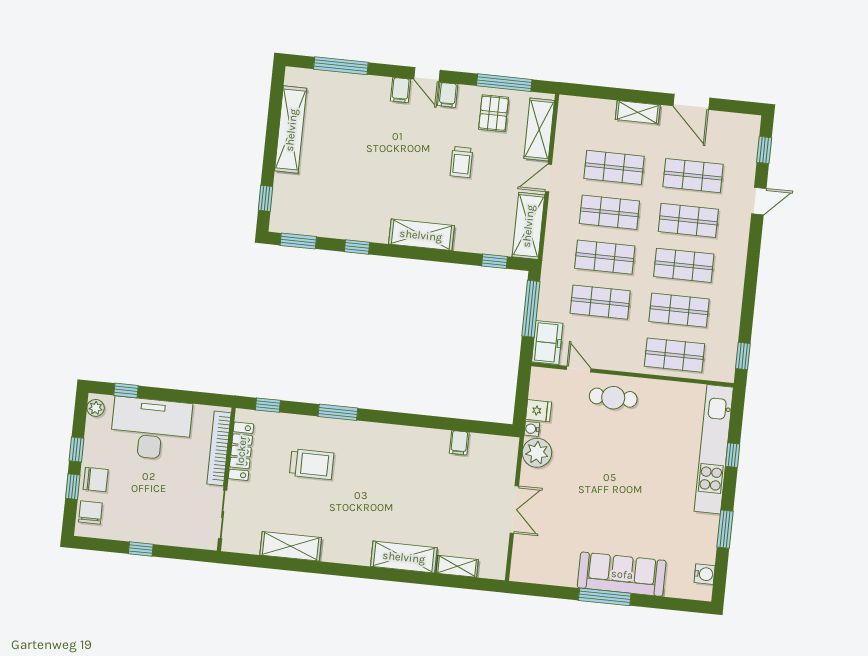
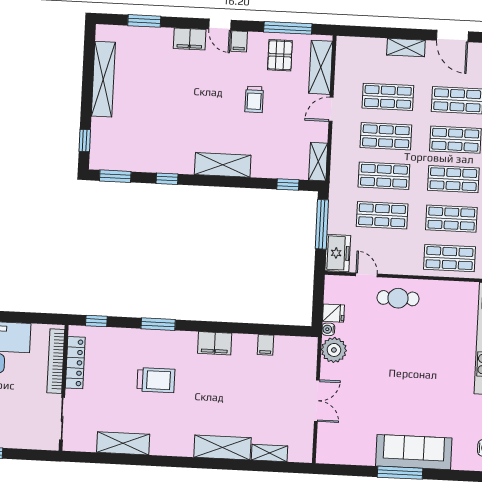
window: (341, 66) -> (144, 21), width x0.69
filing cabinet: (400, 90) -> (190, 39), width x2.00
shelving: (528, 226) -> (318, 162), width x0.67, depth x0.75
filing cabinet: (401, 438) -> (215, 343), added
trolley: (312, 464) -> (156, 380), moved

